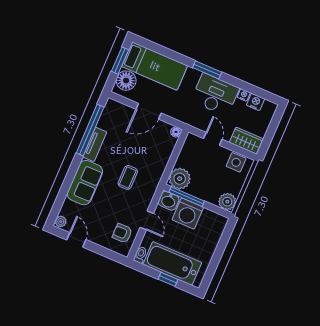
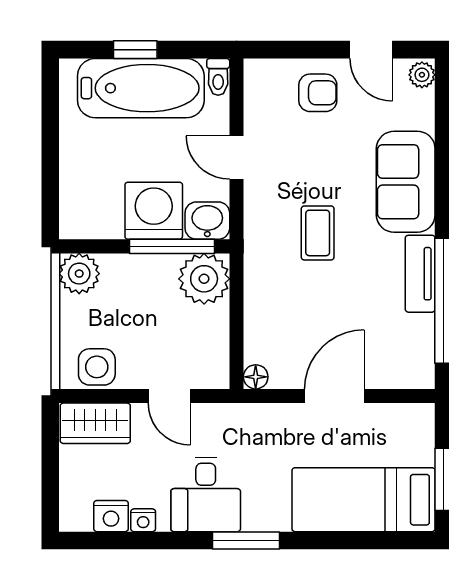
floor lamp: (126, 81) -> (412, 442), removed
desk: (215, 95) -> (206, 494), width x0.73
armchair: (122, 233) -> (318, 93), moved

